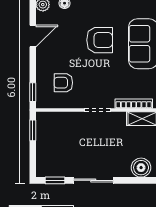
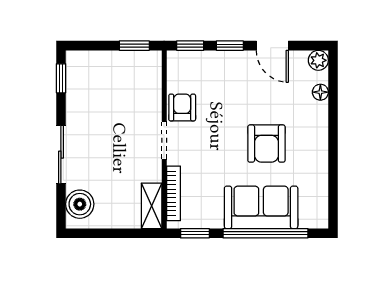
window: (33, 65) -> (230, 46), added
armchair: (63, 83) -> (182, 107), moved
sliding door: (93, 180) -> (61, 155), moved

